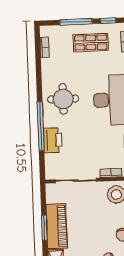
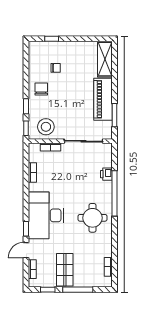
shop shelf: (91, 43) -> (65, 270), turned 90
printer: (53, 140) -> (106, 174), width x0.53, depth x0.68
window: (44, 228) -> (115, 115), moved

